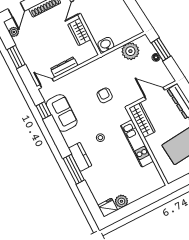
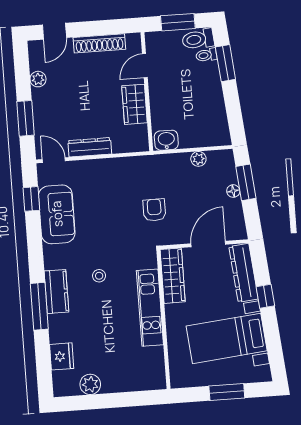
plant: (14, 32) -> (38, 79), moved
plant: (130, 51) -> (198, 159), width x0.53, depth x0.53
window: (16, 57) -> (25, 118), moved
door: (155, 93) -> (208, 244), hinge flipped
armchair: (105, 95) -> (154, 210), moved
fridge: (108, 208) -> (62, 356), moved, turned 90

